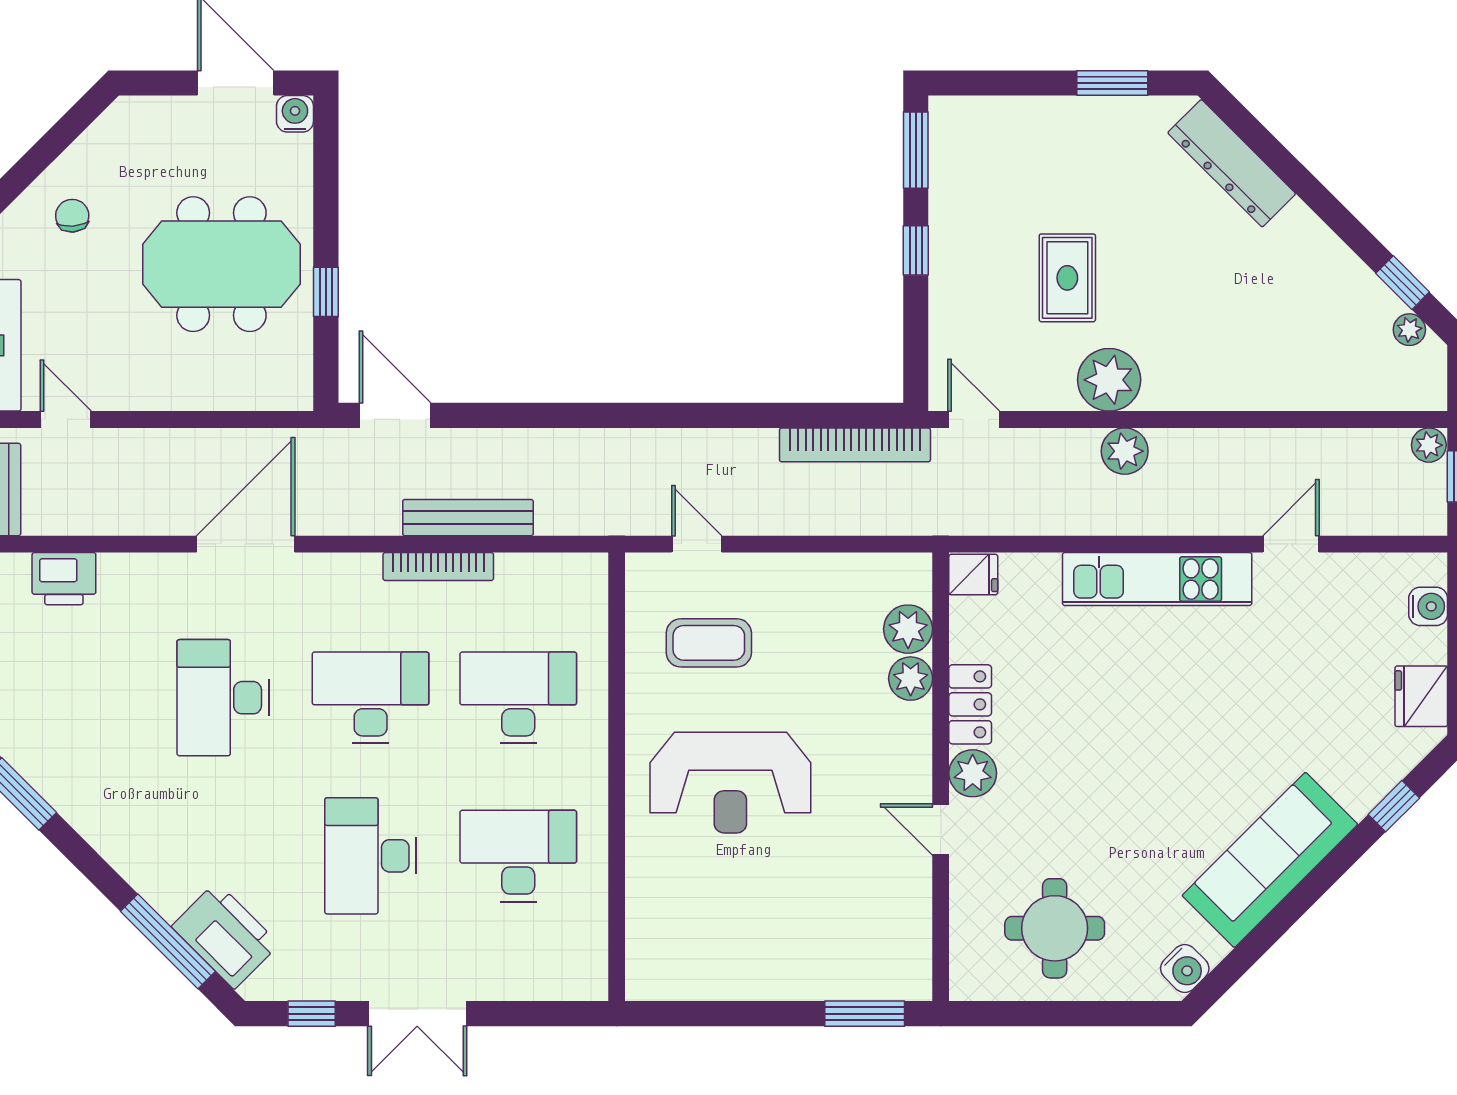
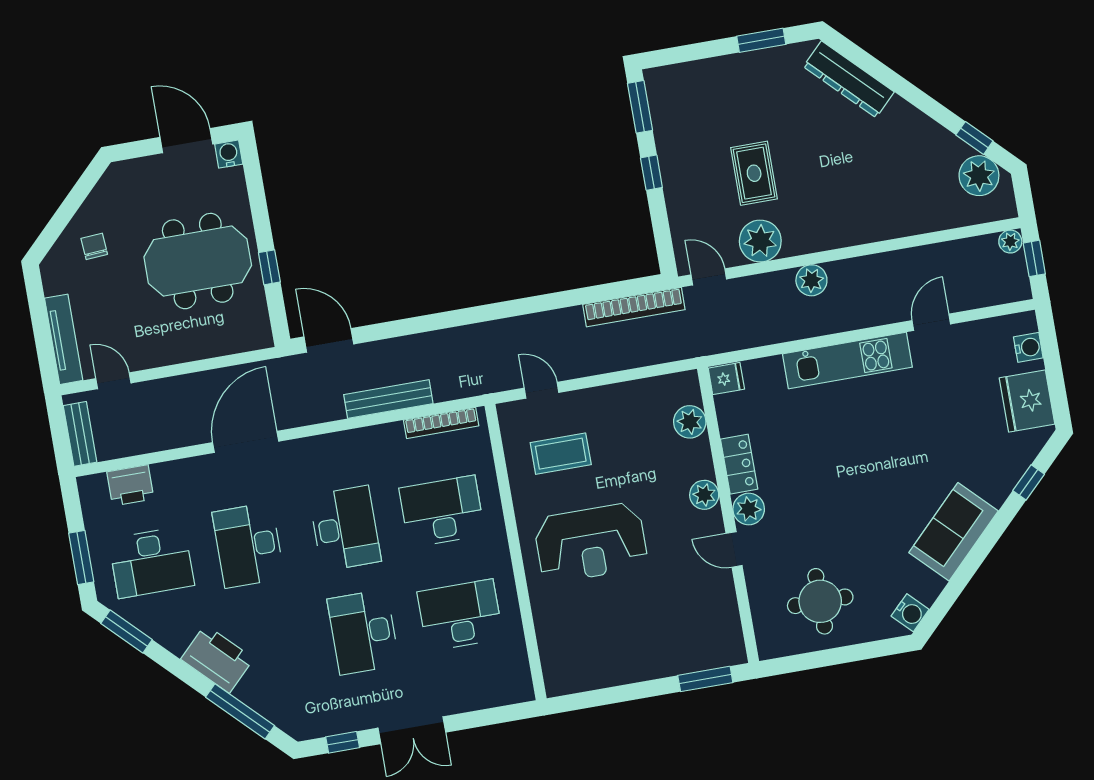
plant: (1409, 330) -> (979, 176), width x1.87, depth x1.87
plant: (1109, 380) -> (760, 241), moved
bookcase: (438, 567) -> (441, 423), moved
plant: (911, 679) -> (704, 495), moved
fridge: (1421, 696) -> (1027, 401), width x1.36, depth x1.34
desk: (75, 698) -> (151, 562), added
desk: (371, 698) -> (345, 528), turned 90
sofa: (1270, 860) -> (954, 532), width x0.73
printer: (225, 935) -> (217, 659), moved

